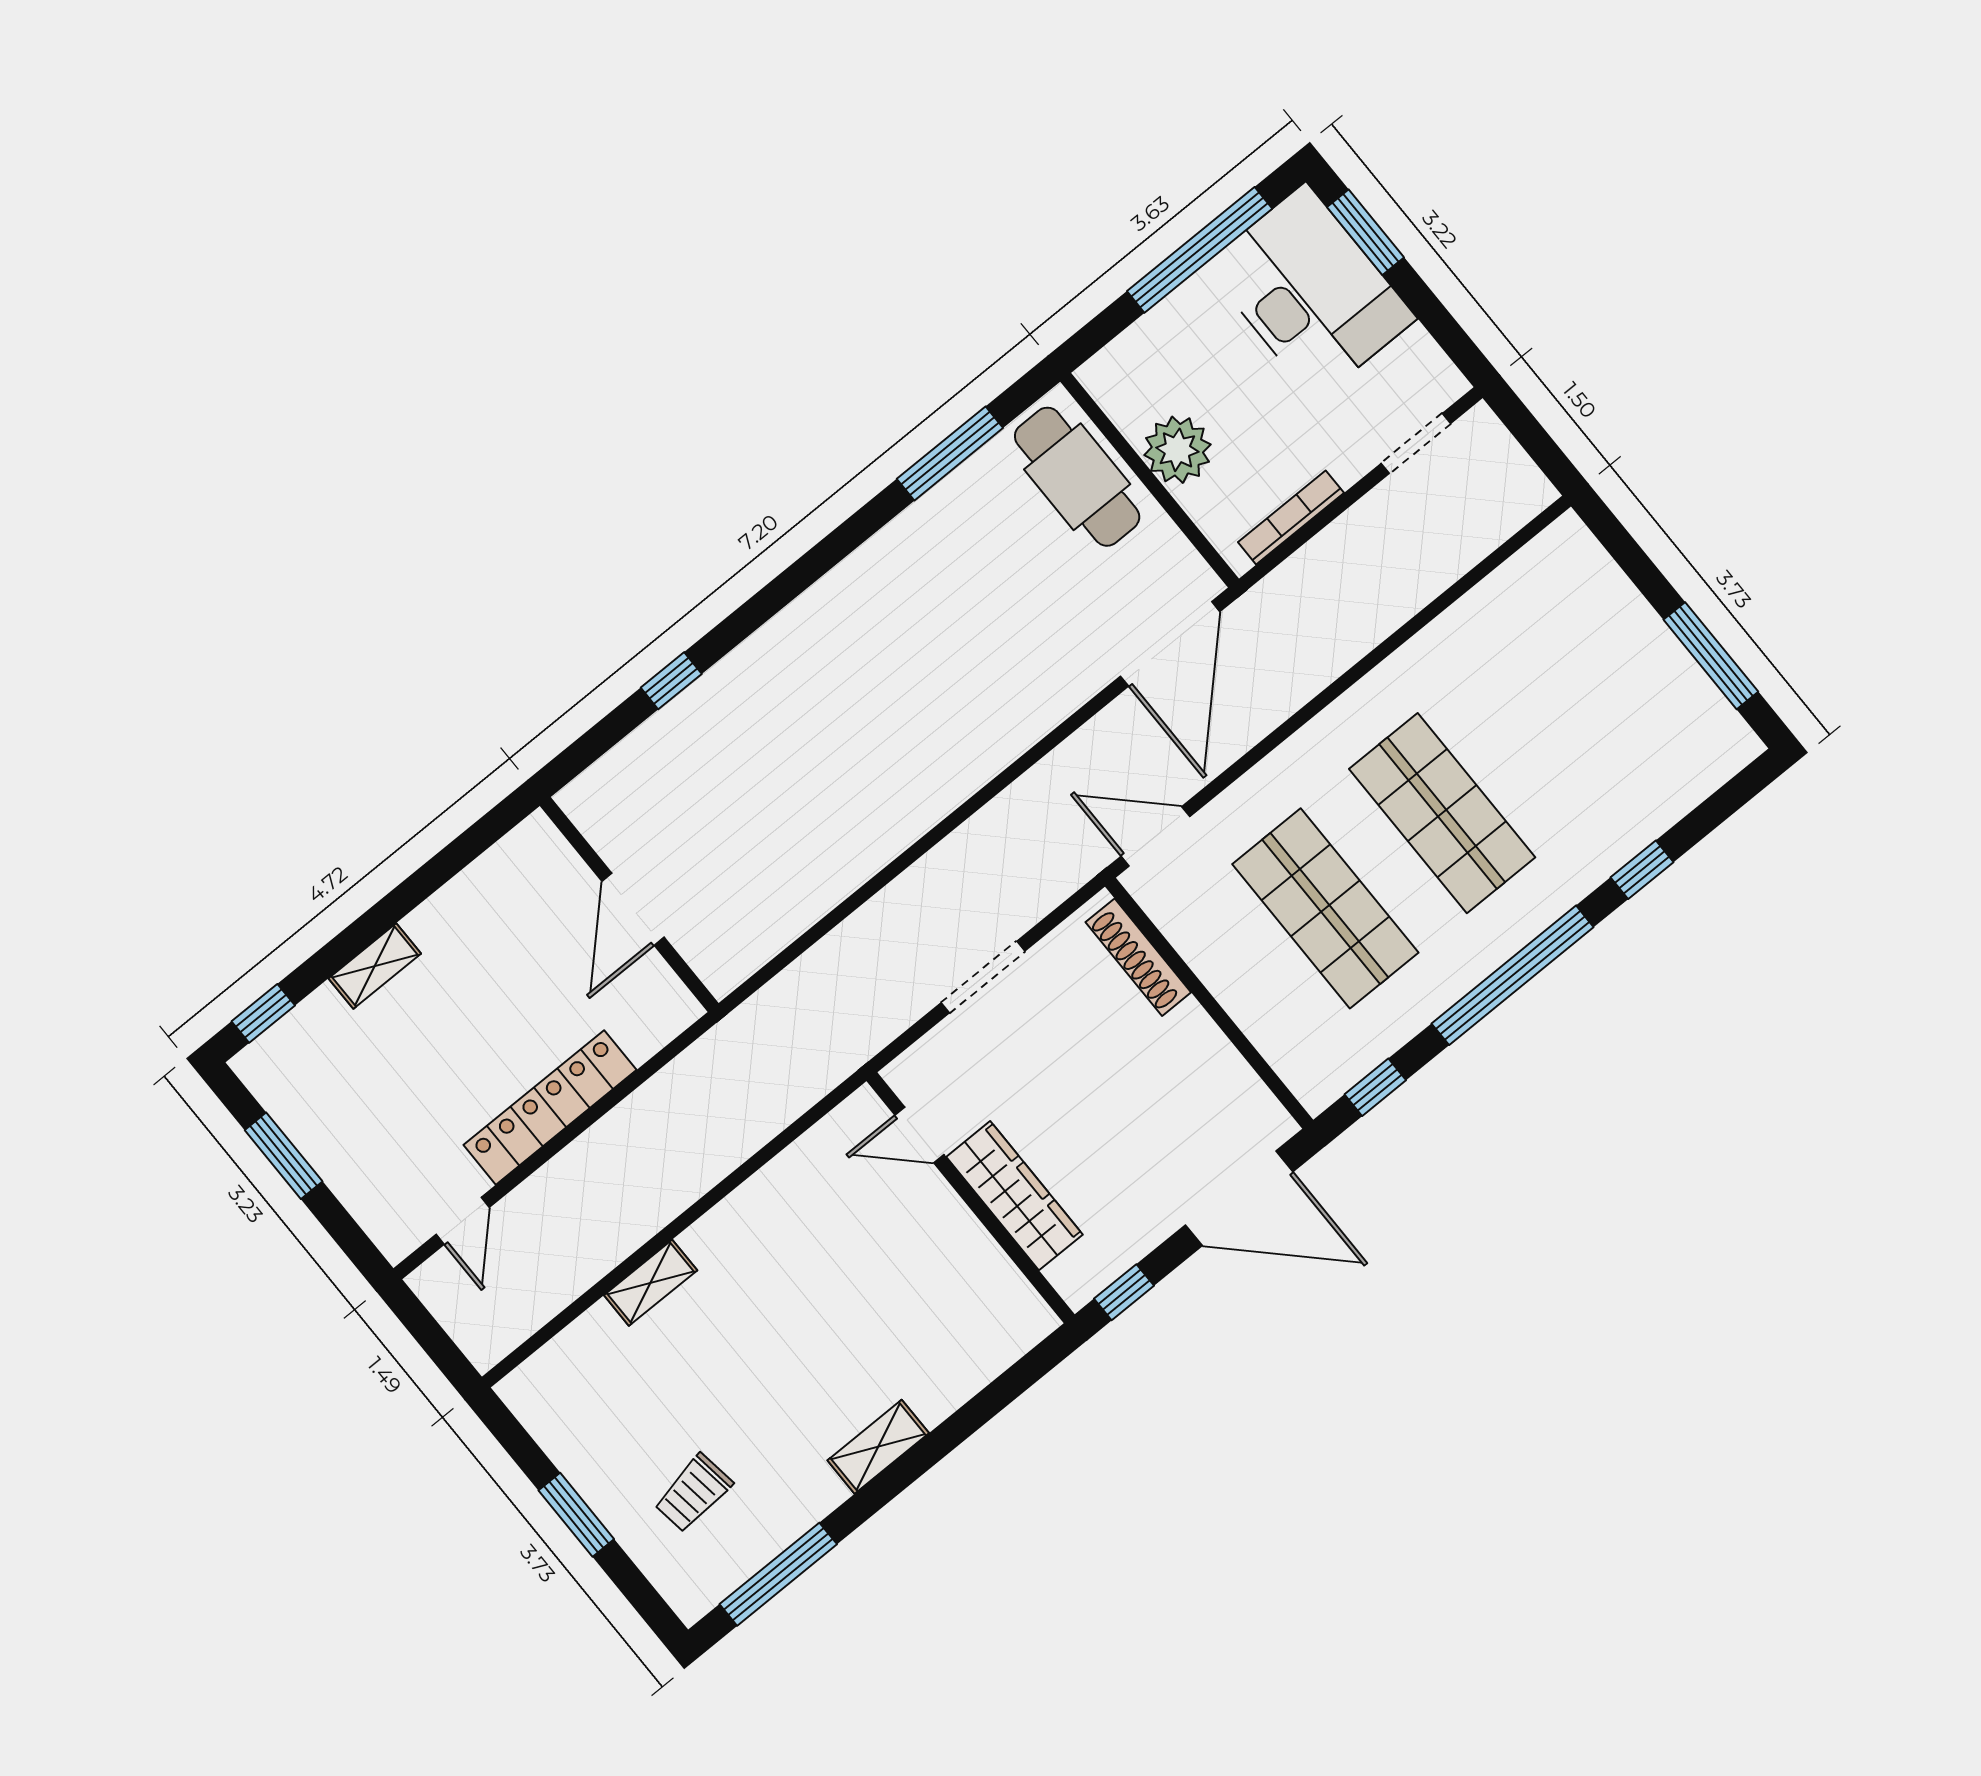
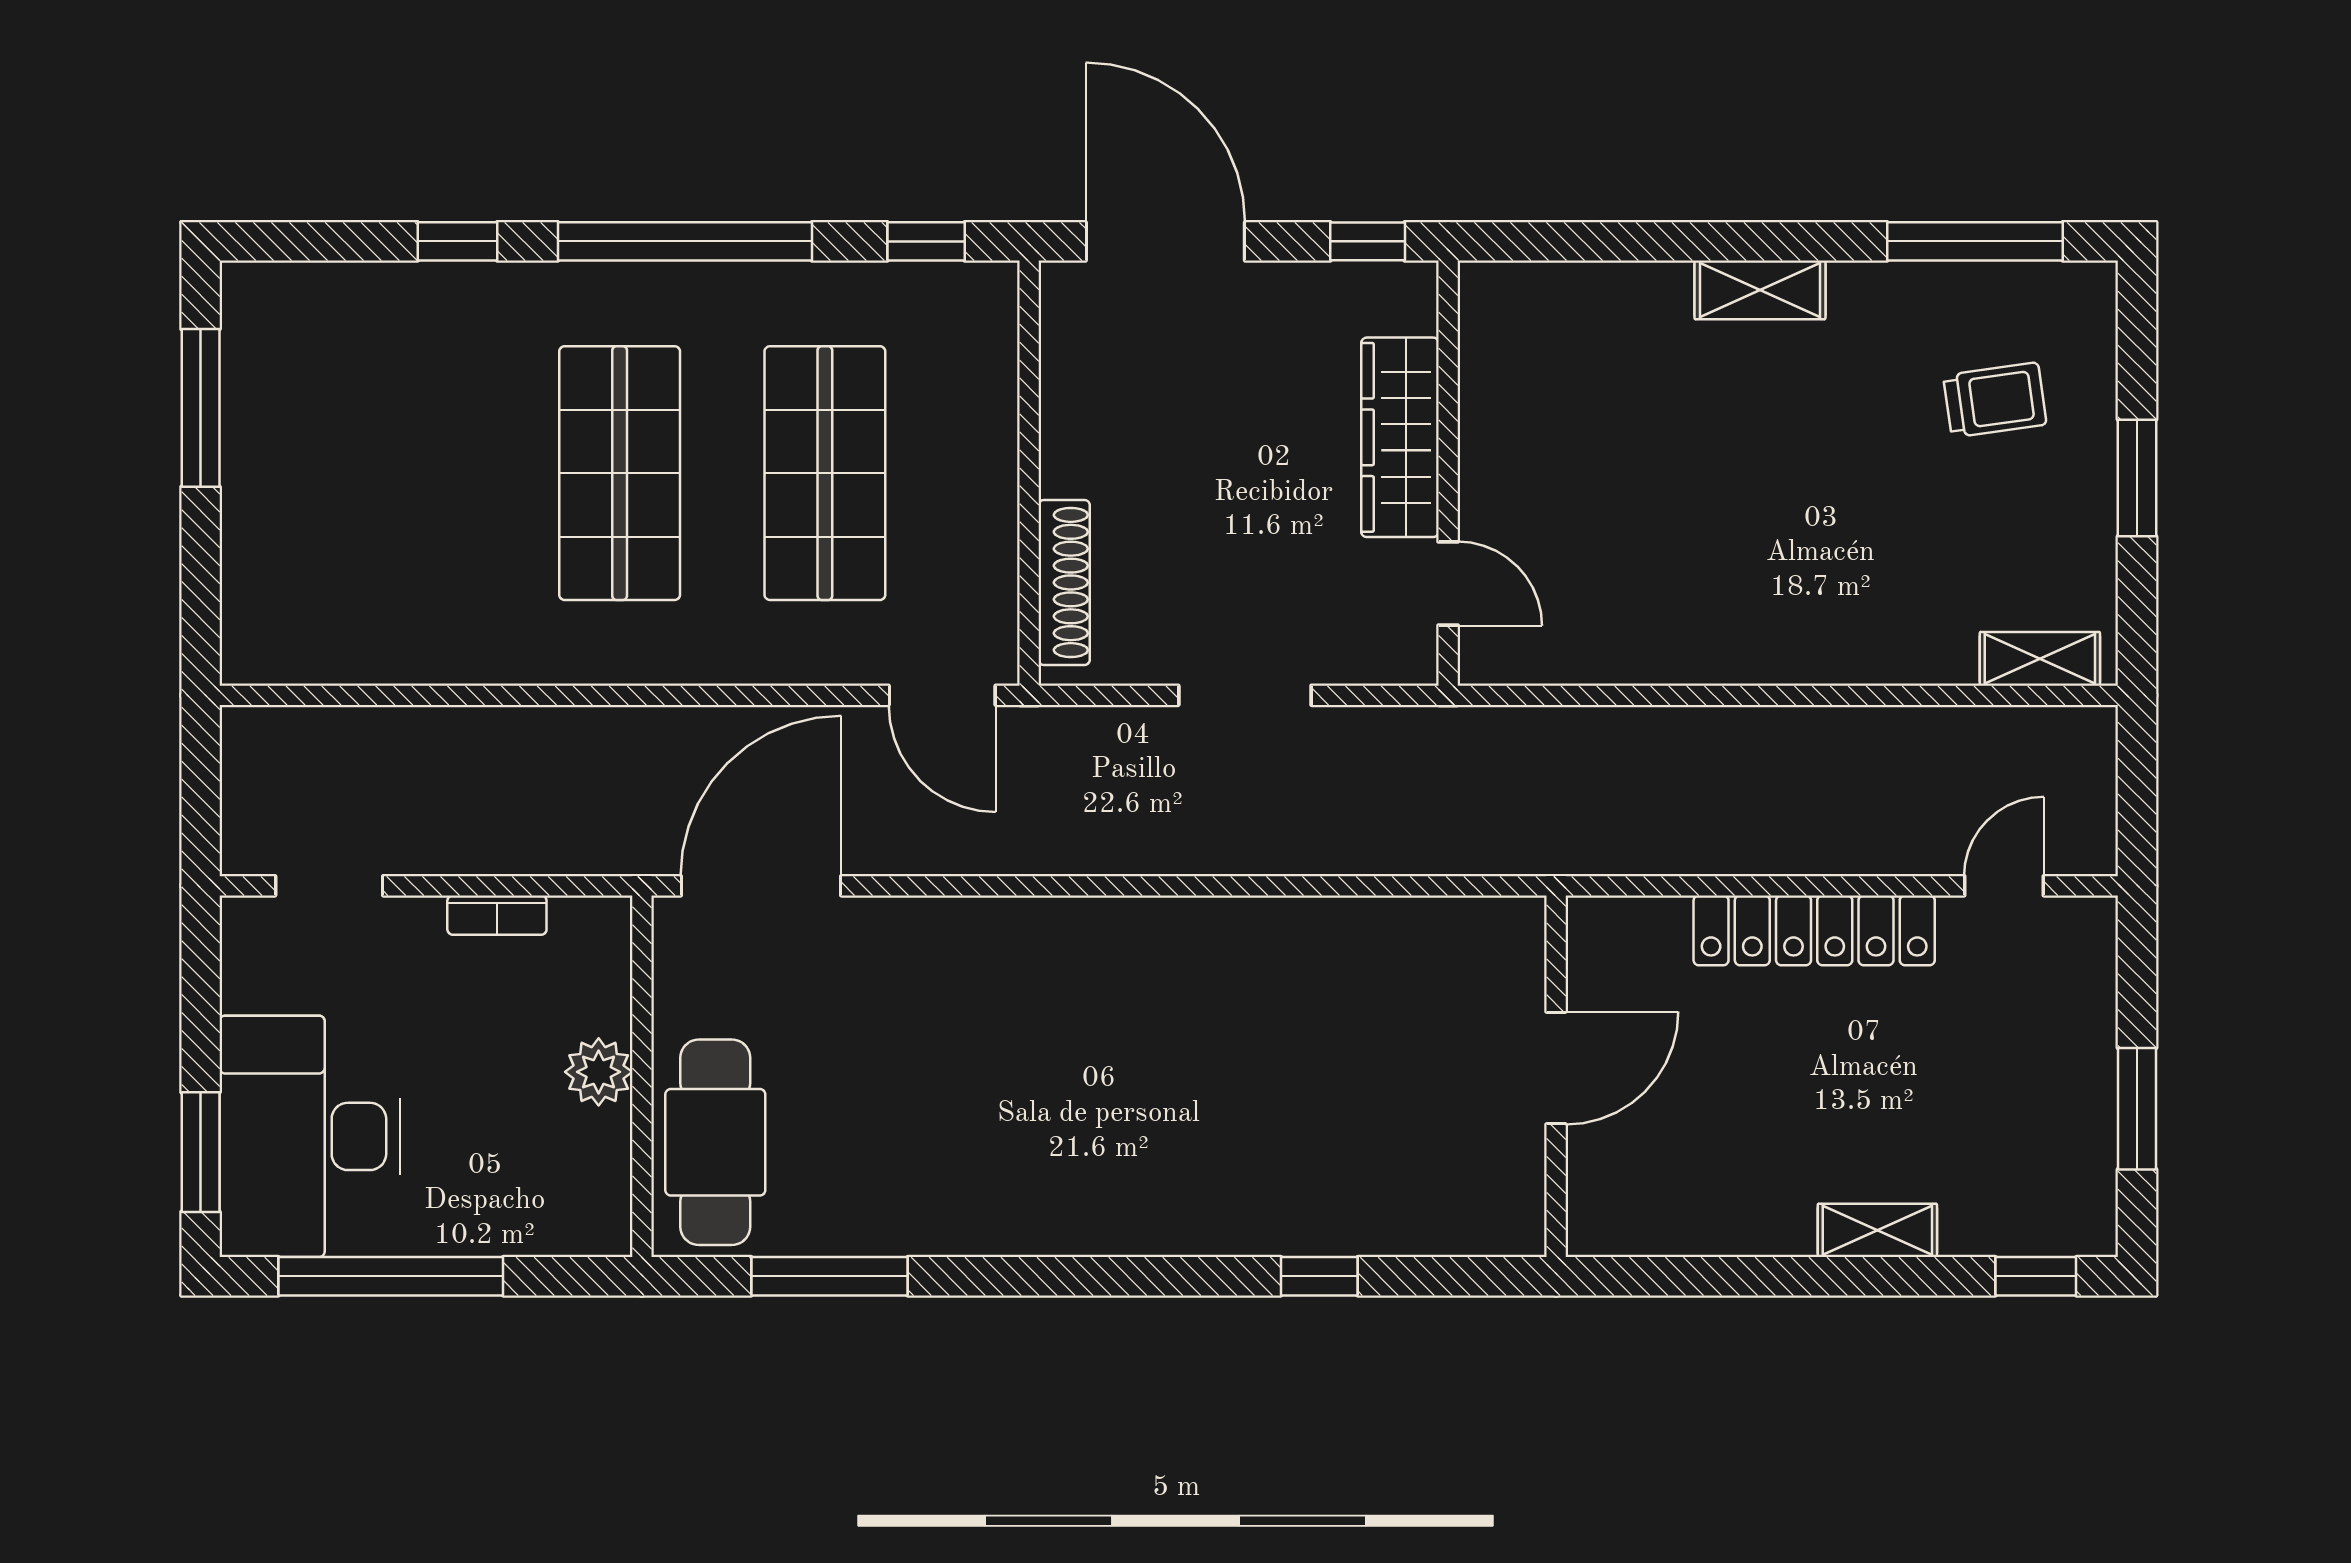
plant: (1177, 450) -> (599, 1072), width x0.73, depth x0.73
bookcase: (1291, 518) -> (497, 915), width x0.64
shelving: (651, 1283) -> (2040, 659), moved

